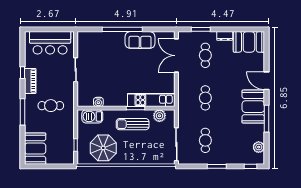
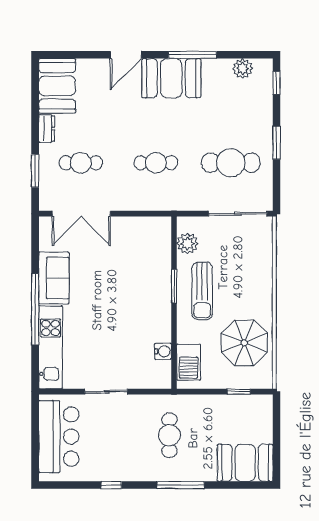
piano: (30, 81) -> (126, 472), removed
kitchen unit: (151, 100) -> (51, 347), moved, turned 180
cafe table: (205, 140) -> (231, 163), width x1.37, depth x1.35

